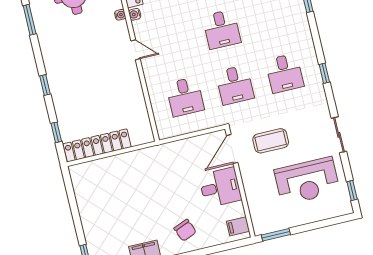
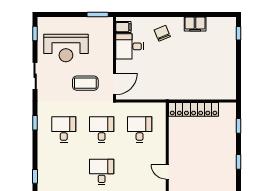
locker: (97, 145) -> (194, 109), moved
reception desk: (307, 181) -> (66, 48), turned 180
desk: (220, 187) -> (130, 46), moved

